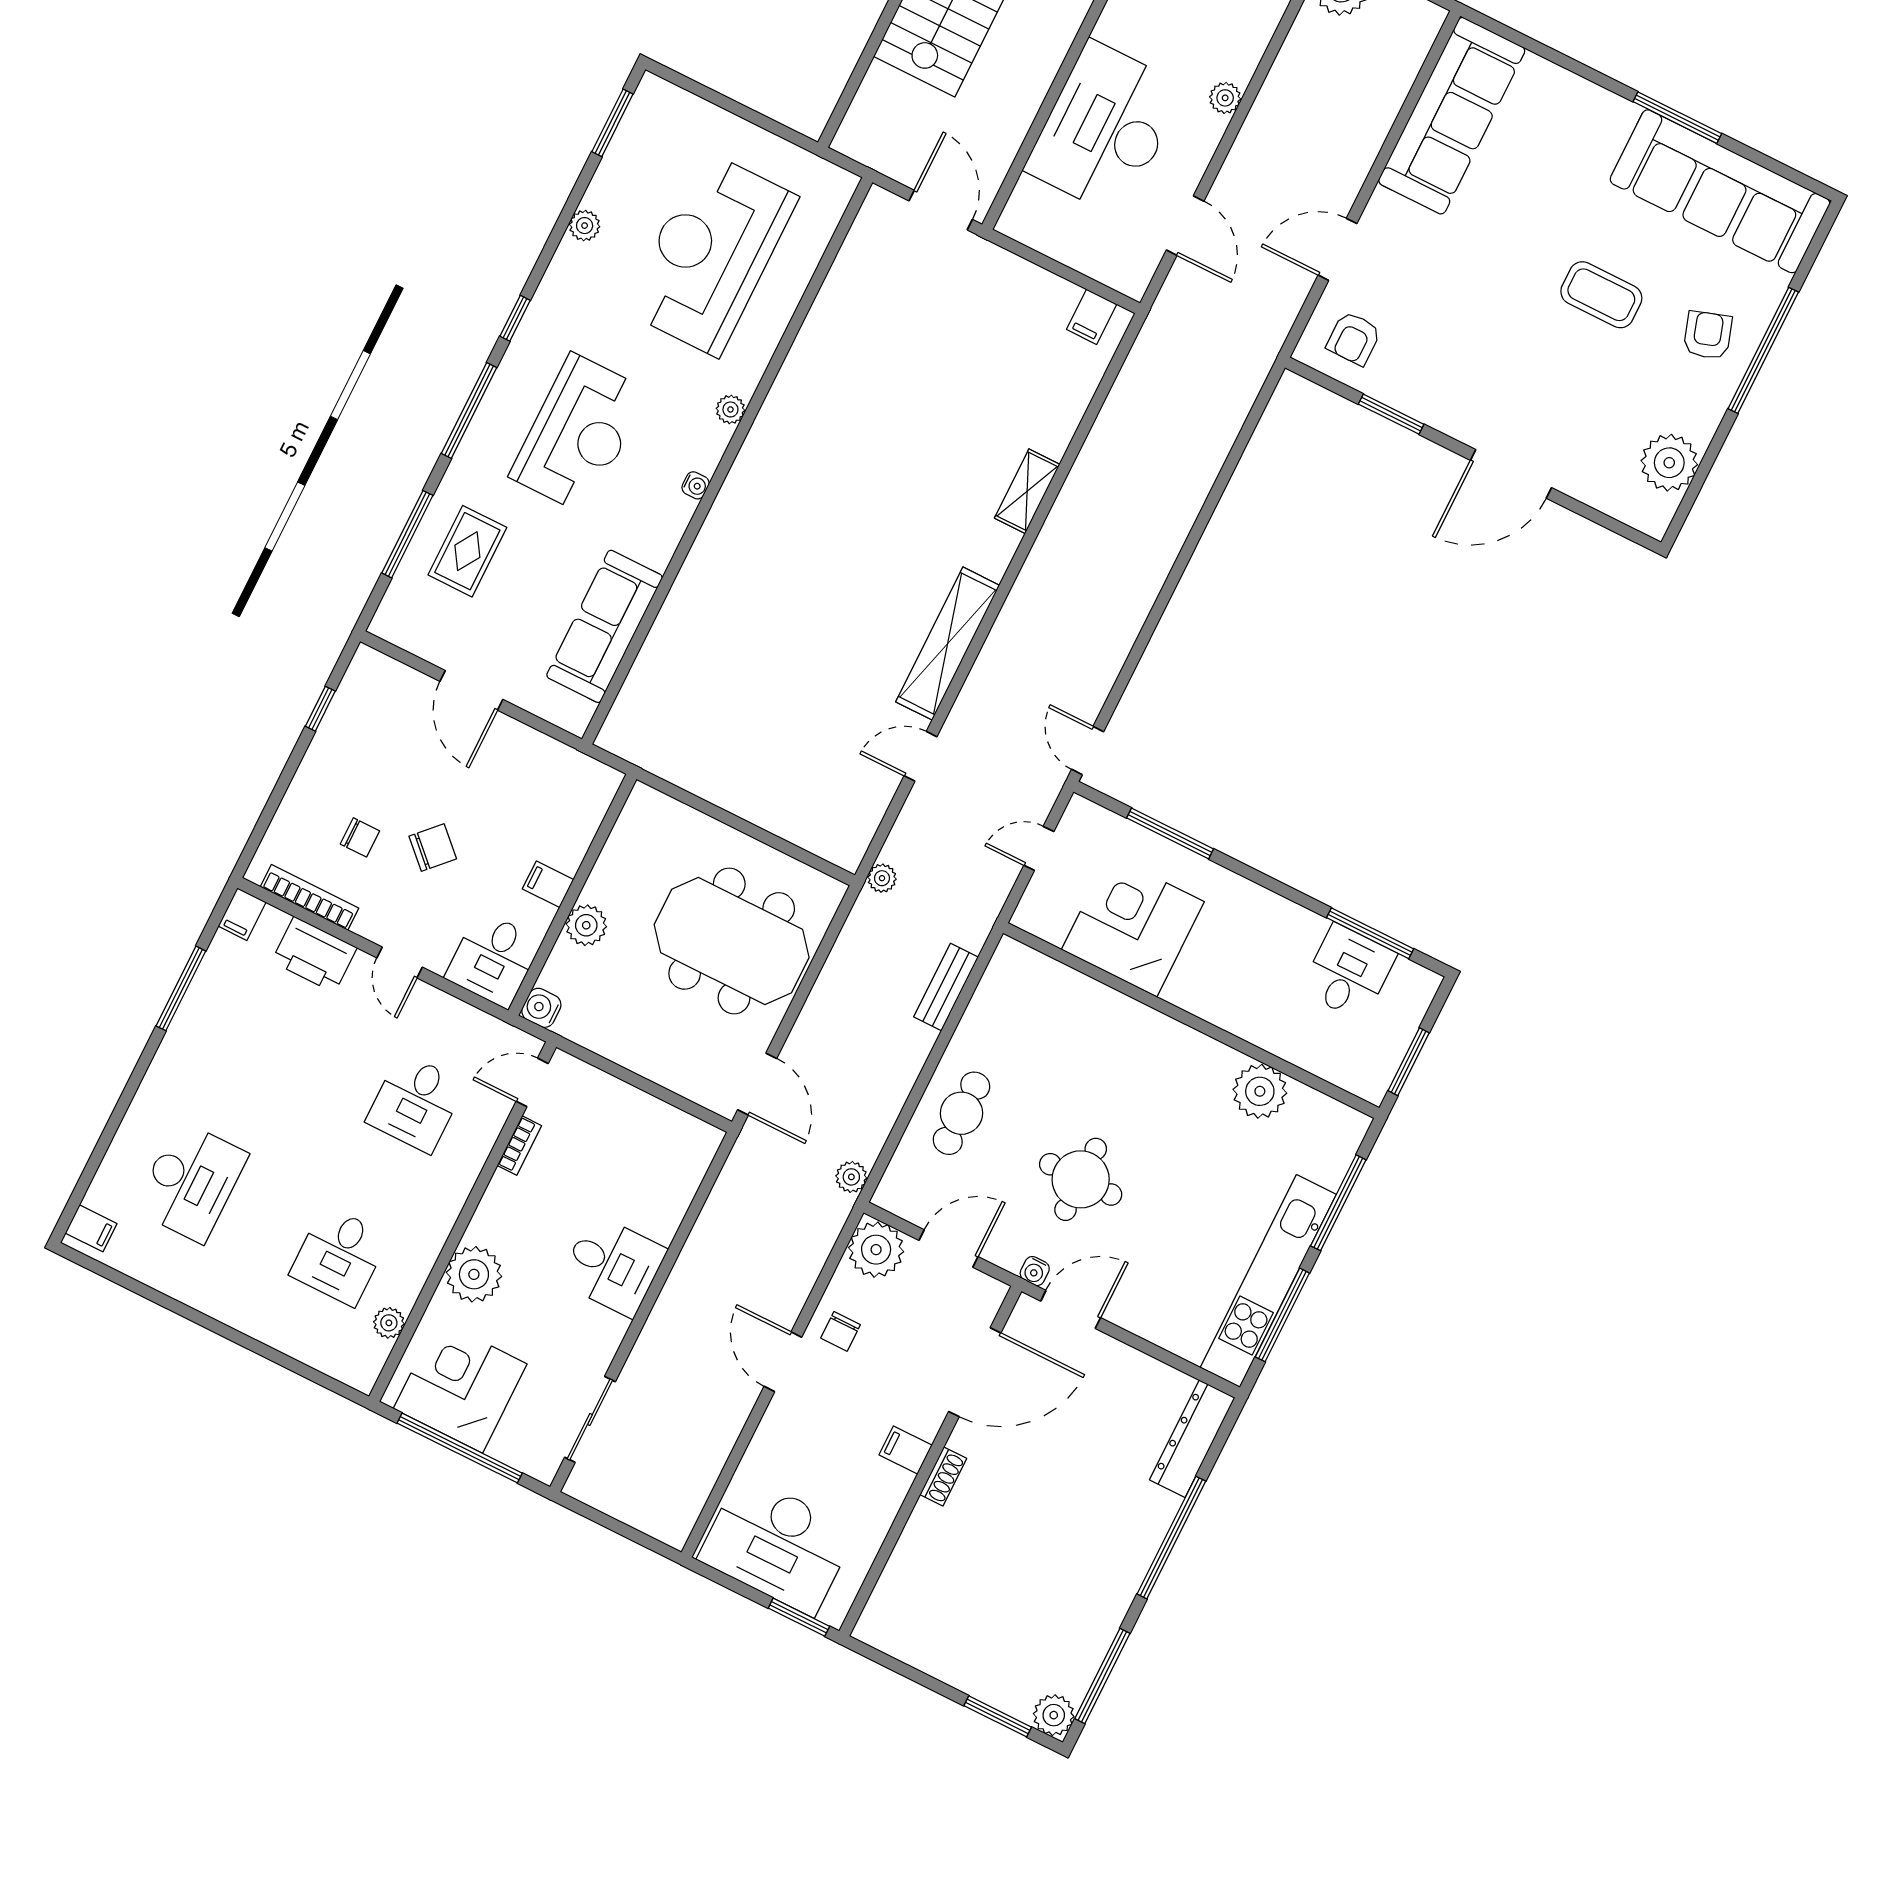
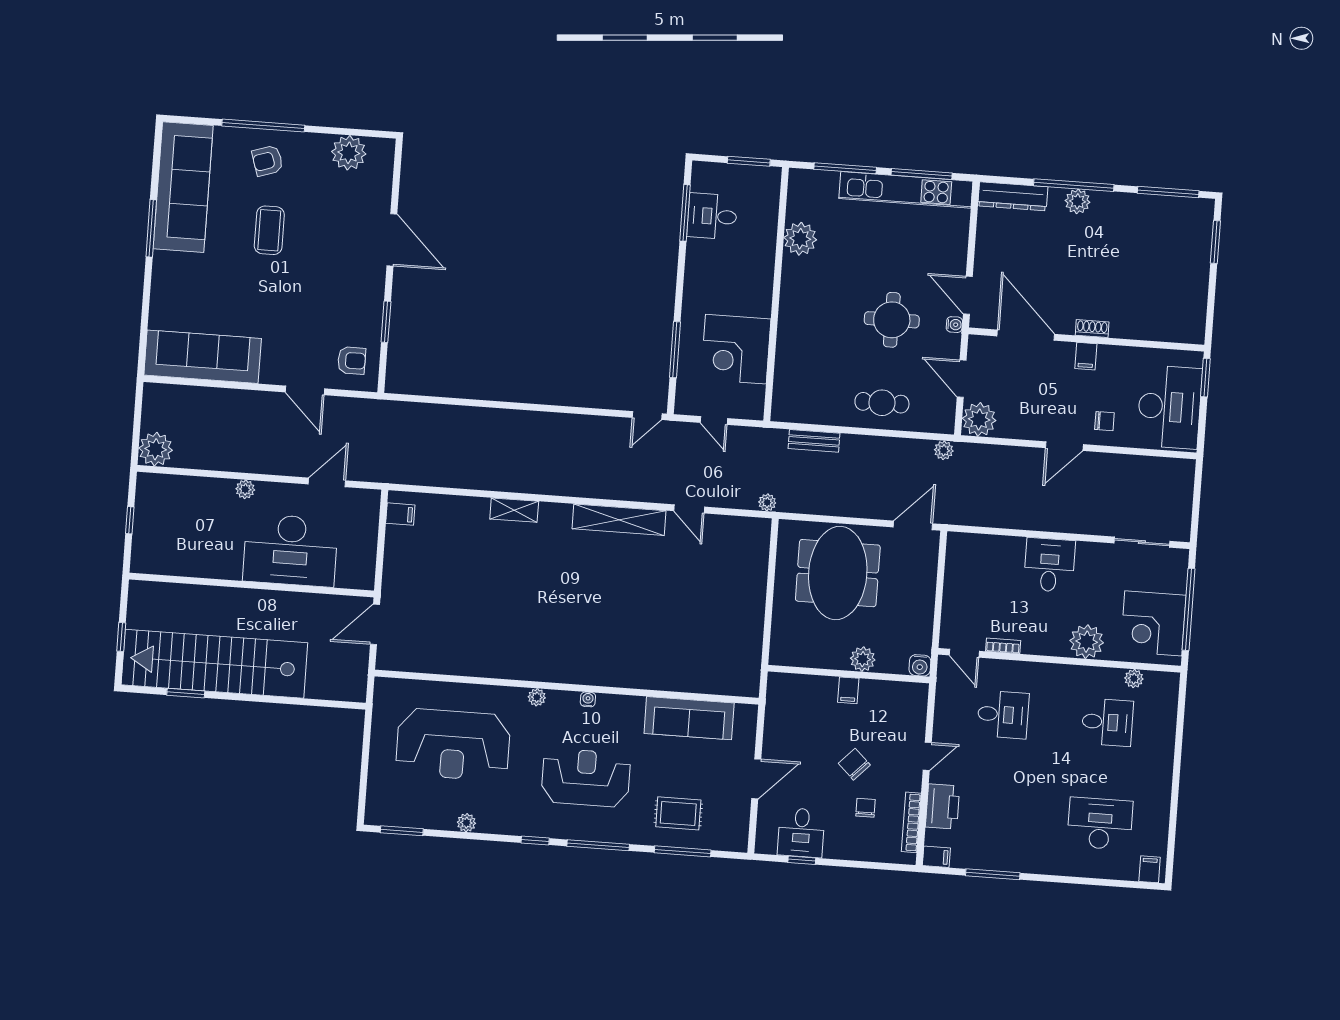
desk: (493, 959) -> (801, 833), moved, turned 90
chair: (841, 1331) -> (1104, 421), moved
plant: (1054, 1715) -> (1078, 201), moved

